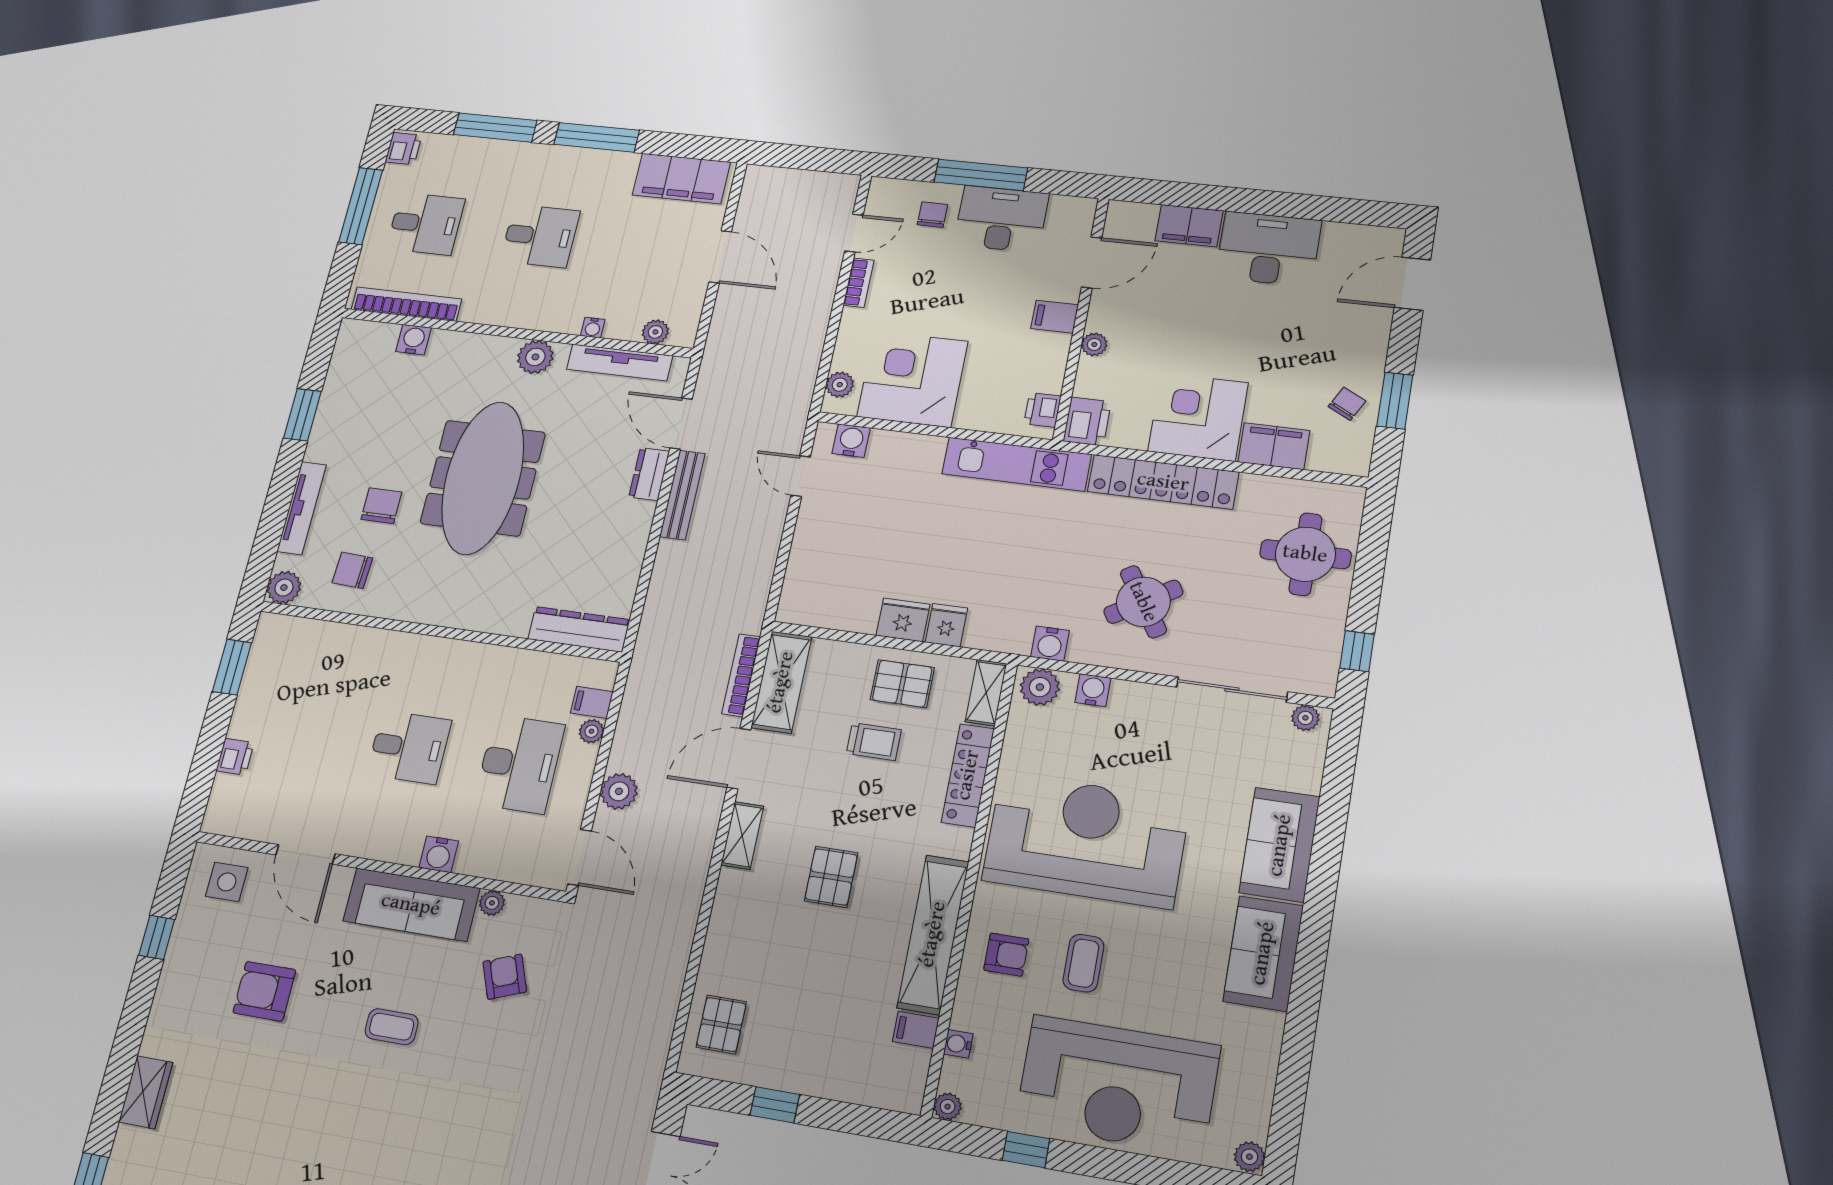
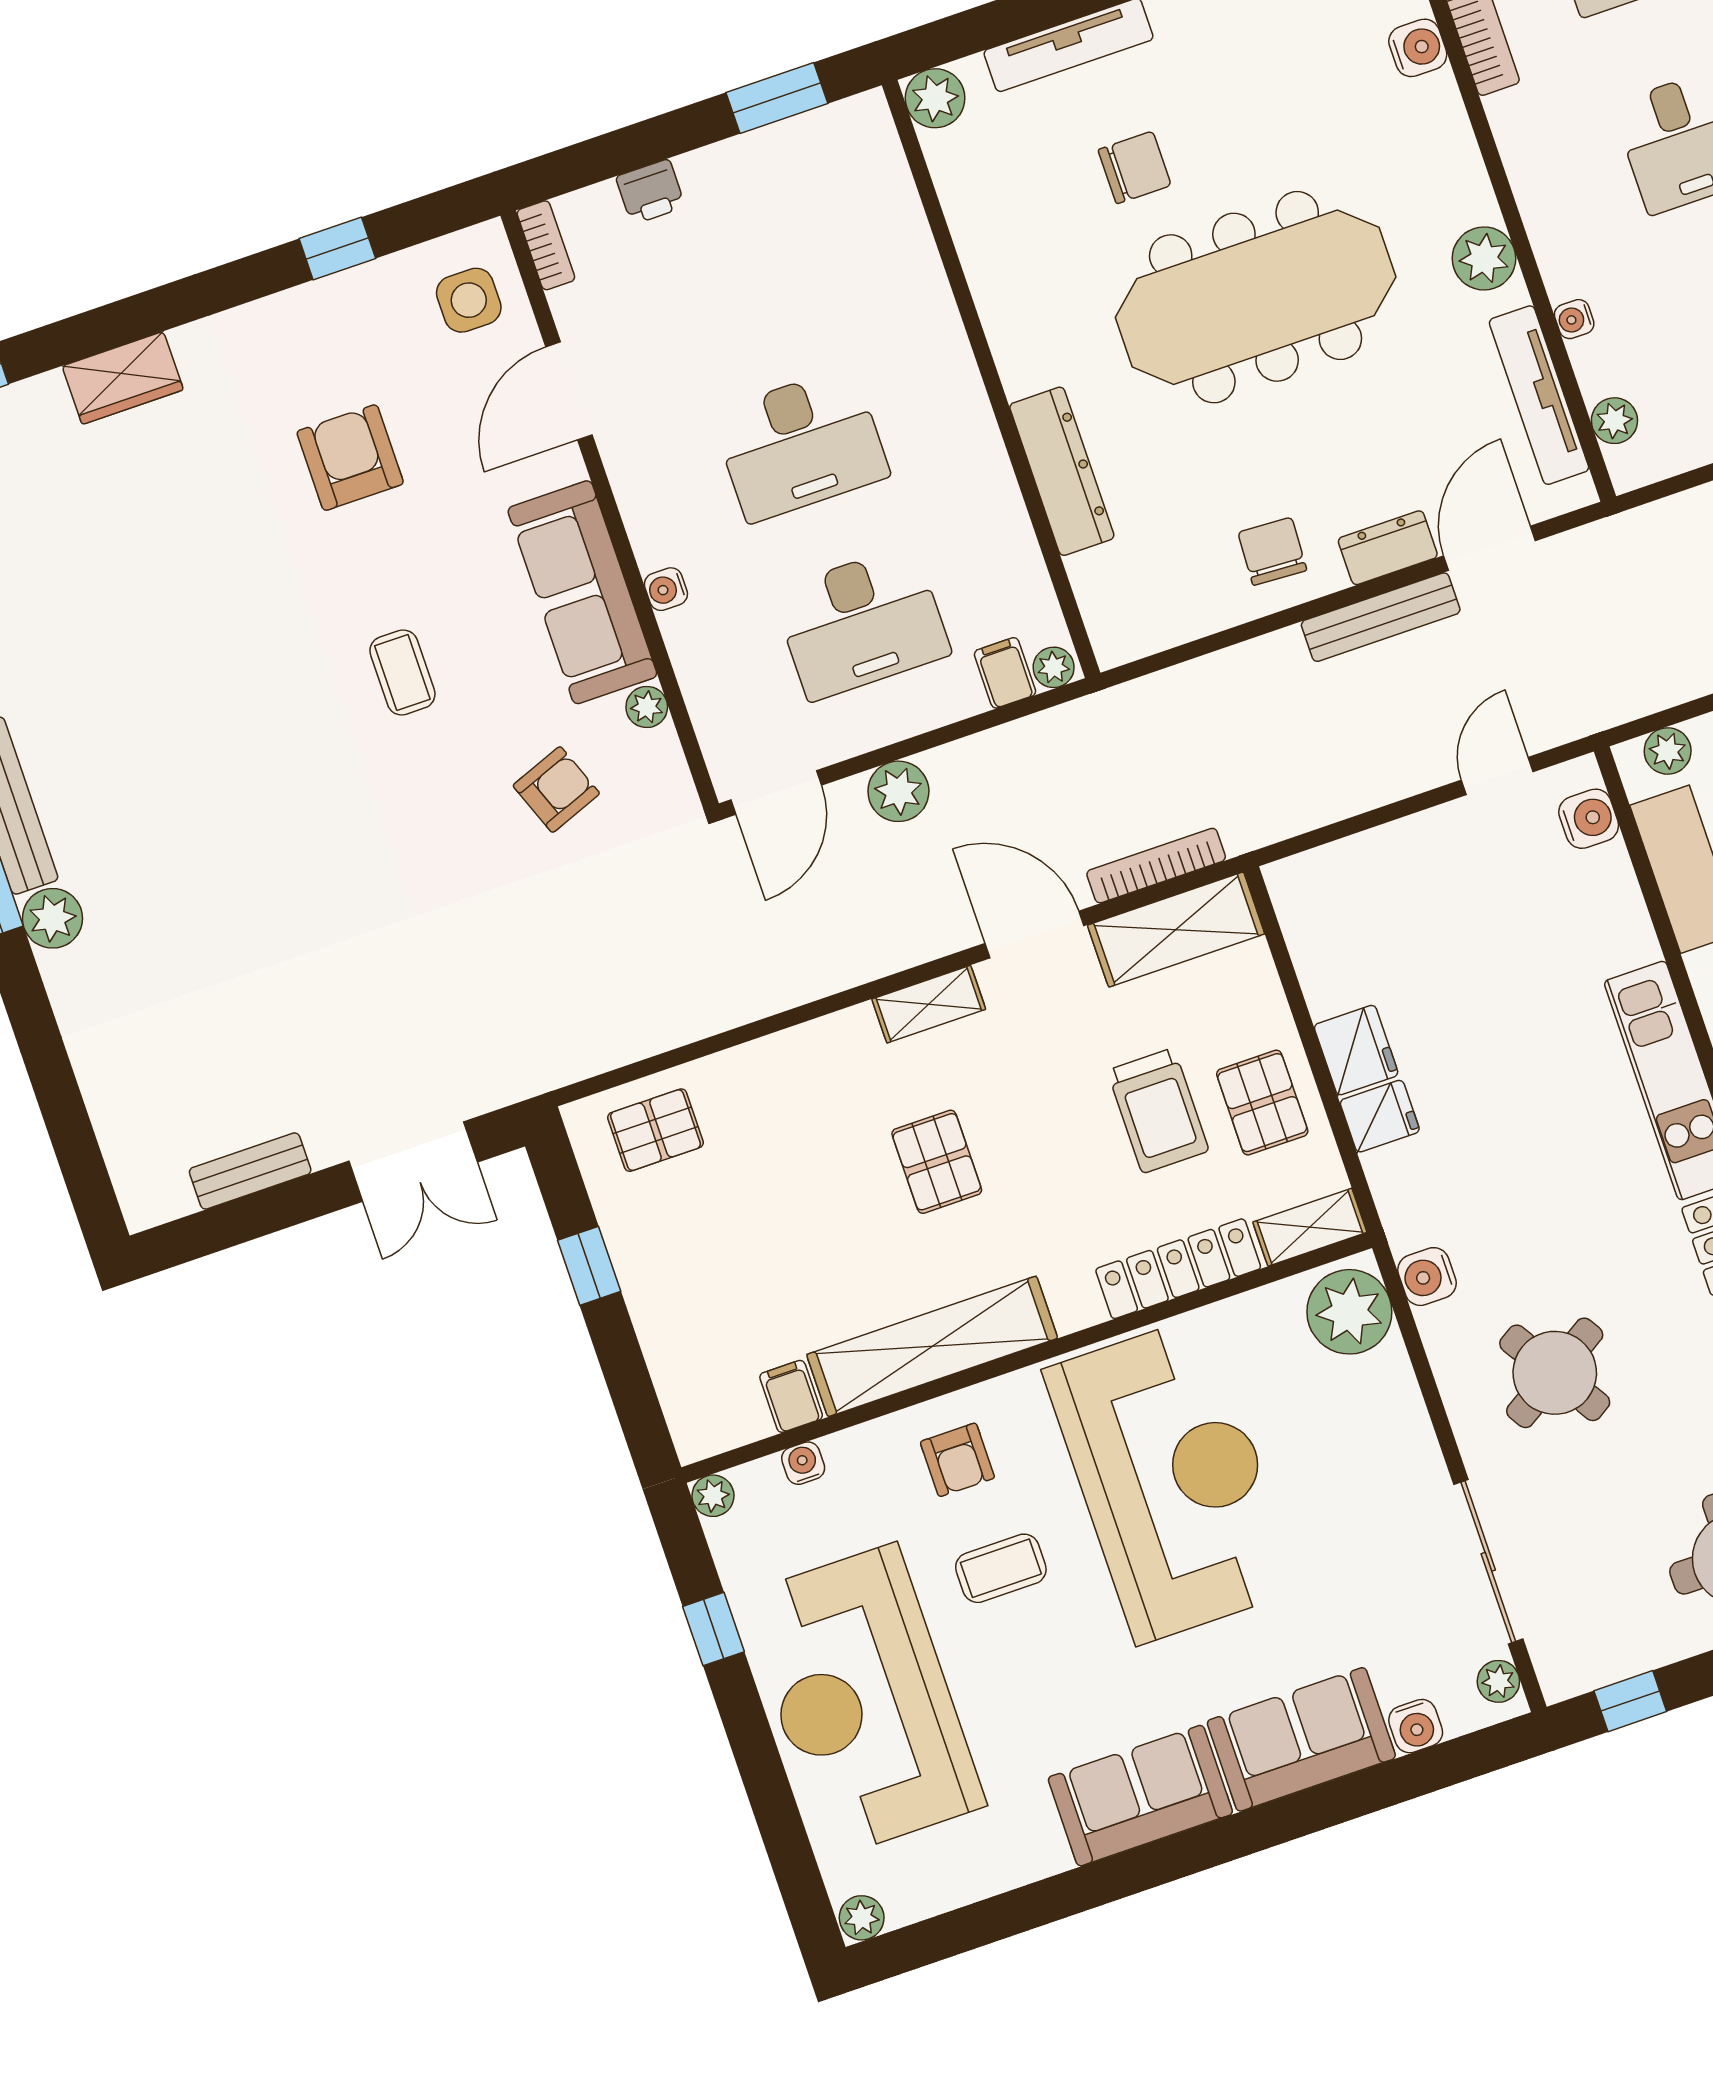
chair: (352, 570) -> (1272, 551), moved
dresser: (579, 629) -> (1062, 471), moved
plant: (1040, 687) -> (1349, 1312), width x1.36, depth x1.36
water cooler: (1093, 690) -> (1416, 1726), moved, turned 90
plant: (591, 731) -> (1054, 667), moved
trolley: (874, 742) -> (1158, 1111), width x1.36, depth x1.39
desk: (409, 747) -> (800, 444), width x1.37
bookcase: (226, 826) -> (546, 245), added
water cooler: (439, 854) -> (666, 589), width x0.72, depth x0.72
pallet: (831, 877) -> (937, 1162), turned 90

